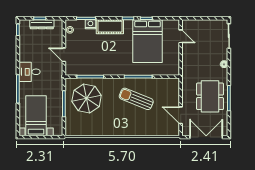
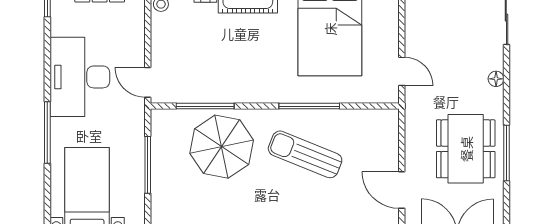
door: (181, 36) -> (402, 71), moved
door: (64, 55) -> (148, 82), moved
desk: (30, 72) -> (80, 77), width x1.87, depth x1.30
parasol: (87, 98) -> (222, 147), moved

